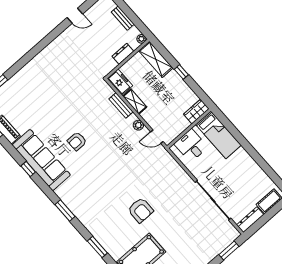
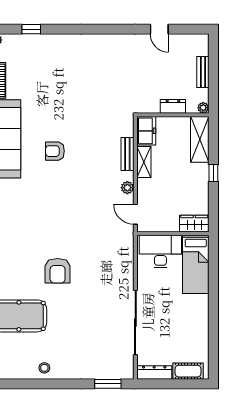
desk: (191, 146) -> (160, 252), width x1.37

